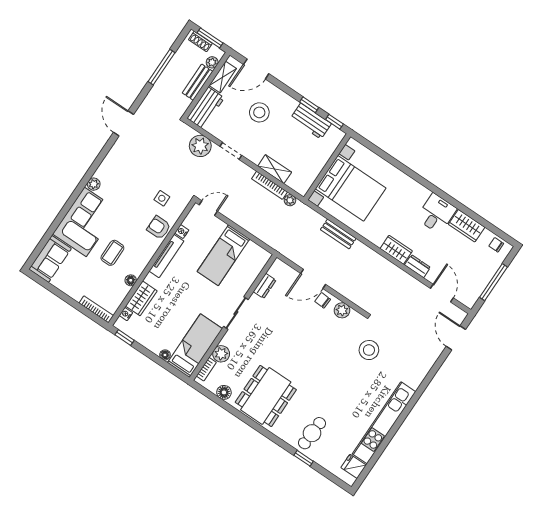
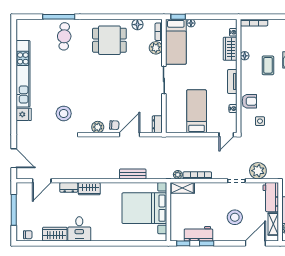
shelving: (275, 169) -> (182, 188), moved
tv unit: (166, 256) -> (232, 81), width x0.71
dresser: (265, 286) -> (157, 124), moved
door: (442, 293) -> (42, 181), hinge flipped
window: (124, 338) -> (178, 17), moved
dining table: (266, 396) -> (109, 40), width x0.73
window: (304, 458) -> (59, 17), width x2.17
fridge: (354, 466) -> (24, 114), moved

